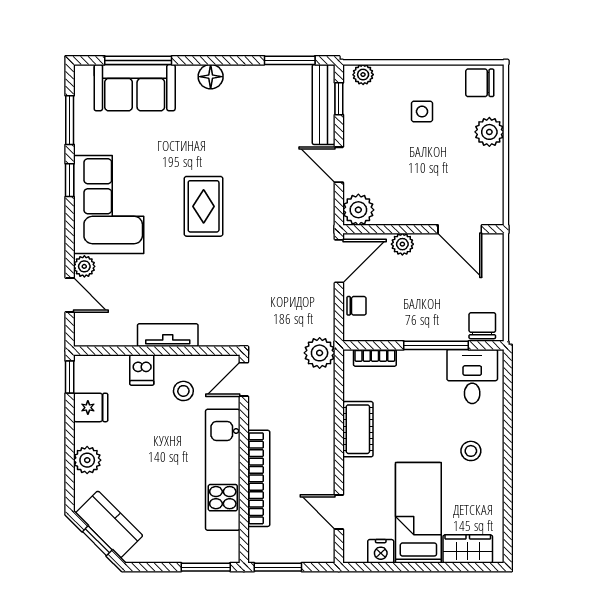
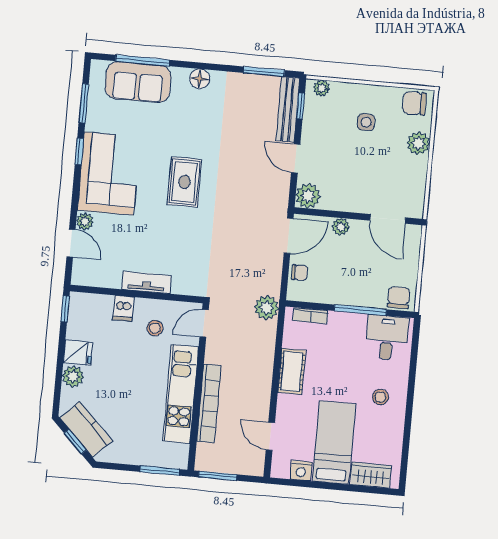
fridge: (91, 407) -> (78, 353), moved

